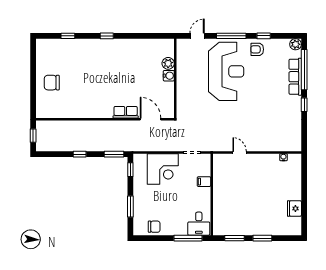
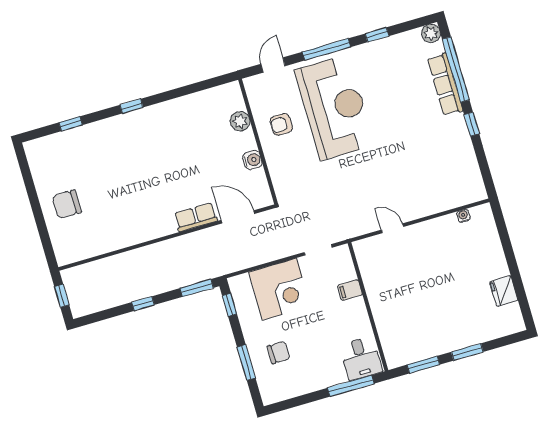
armchair: (257, 49) -> (281, 124), moved
water cooler: (169, 76) -> (252, 160), moved
chair: (154, 227) -> (278, 353), moved

